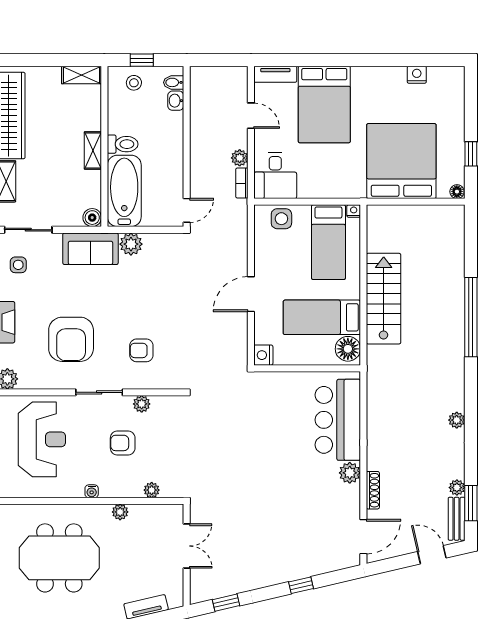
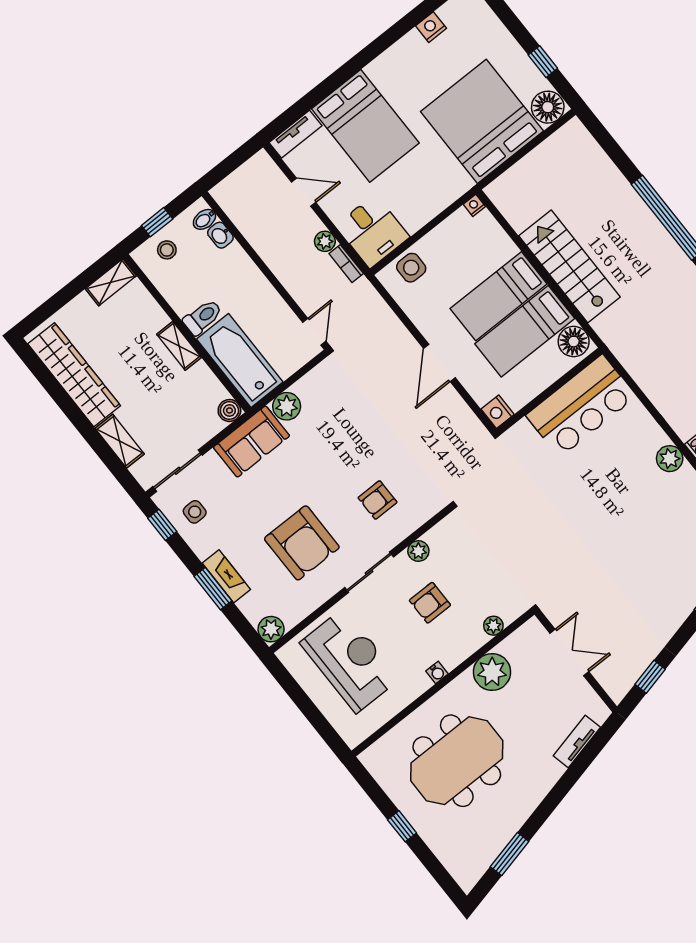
floor lamp: (457, 192) -> (548, 107), width x1.89, depth x1.89
bed: (328, 242) -> (499, 296), moved, turned 90
bar counter: (338, 420) -> (581, 406), moved, turned -90
plant: (120, 512) -> (492, 672), width x1.88, depth x1.88

